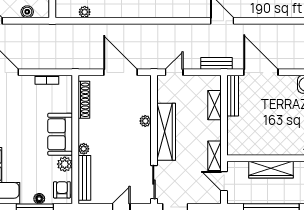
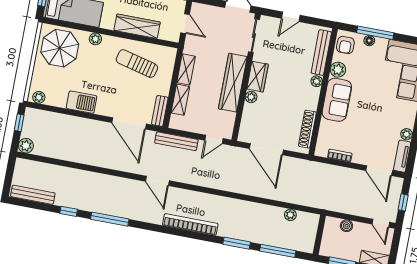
bench: (216, 63) -> (176, 141), width x1.36
bench: (233, 96) -> (160, 111), width x0.73
sun lounger: (264, 133) -> (137, 64), added
wardrobe: (143, 142) -> (258, 77), added
shelving: (215, 156) -> (186, 69), moved

